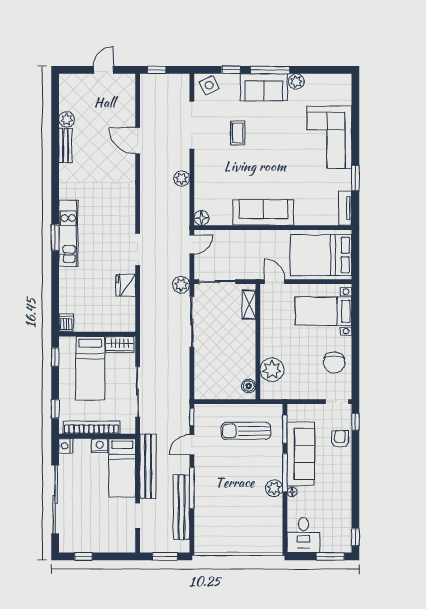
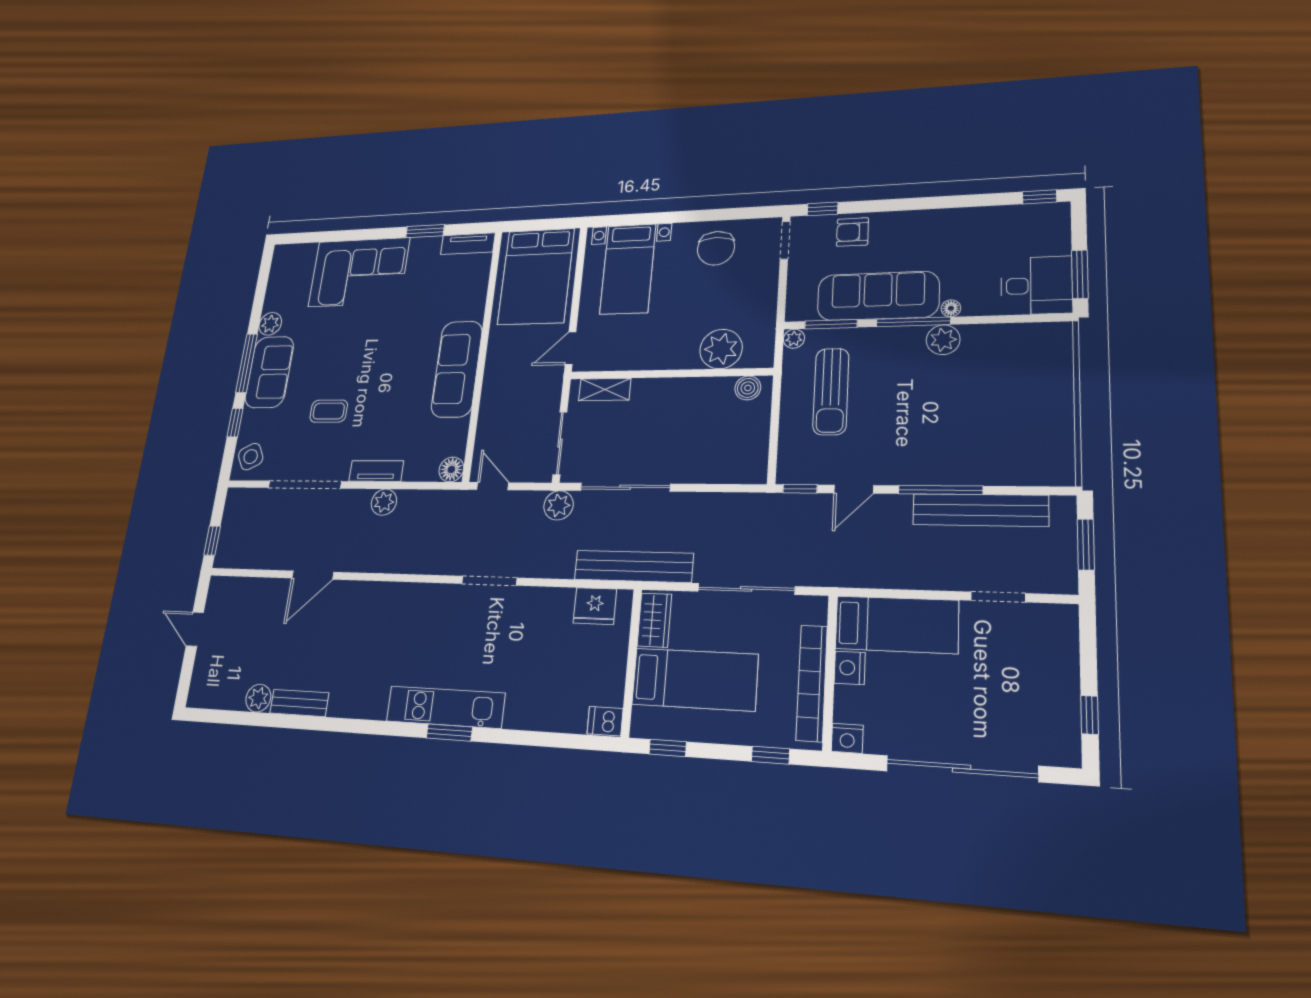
tv unit: (200, 171) -> (376, 471), added
fridge: (126, 285) -> (595, 606), moved
chair: (334, 362) -> (716, 248), turned 90
plant: (277, 410) -> (794, 339), added
door: (192, 445) -> (854, 489), hinge flipped
bench: (148, 466) -> (634, 566), moved
window: (330, 556) -> (1080, 274), moved

